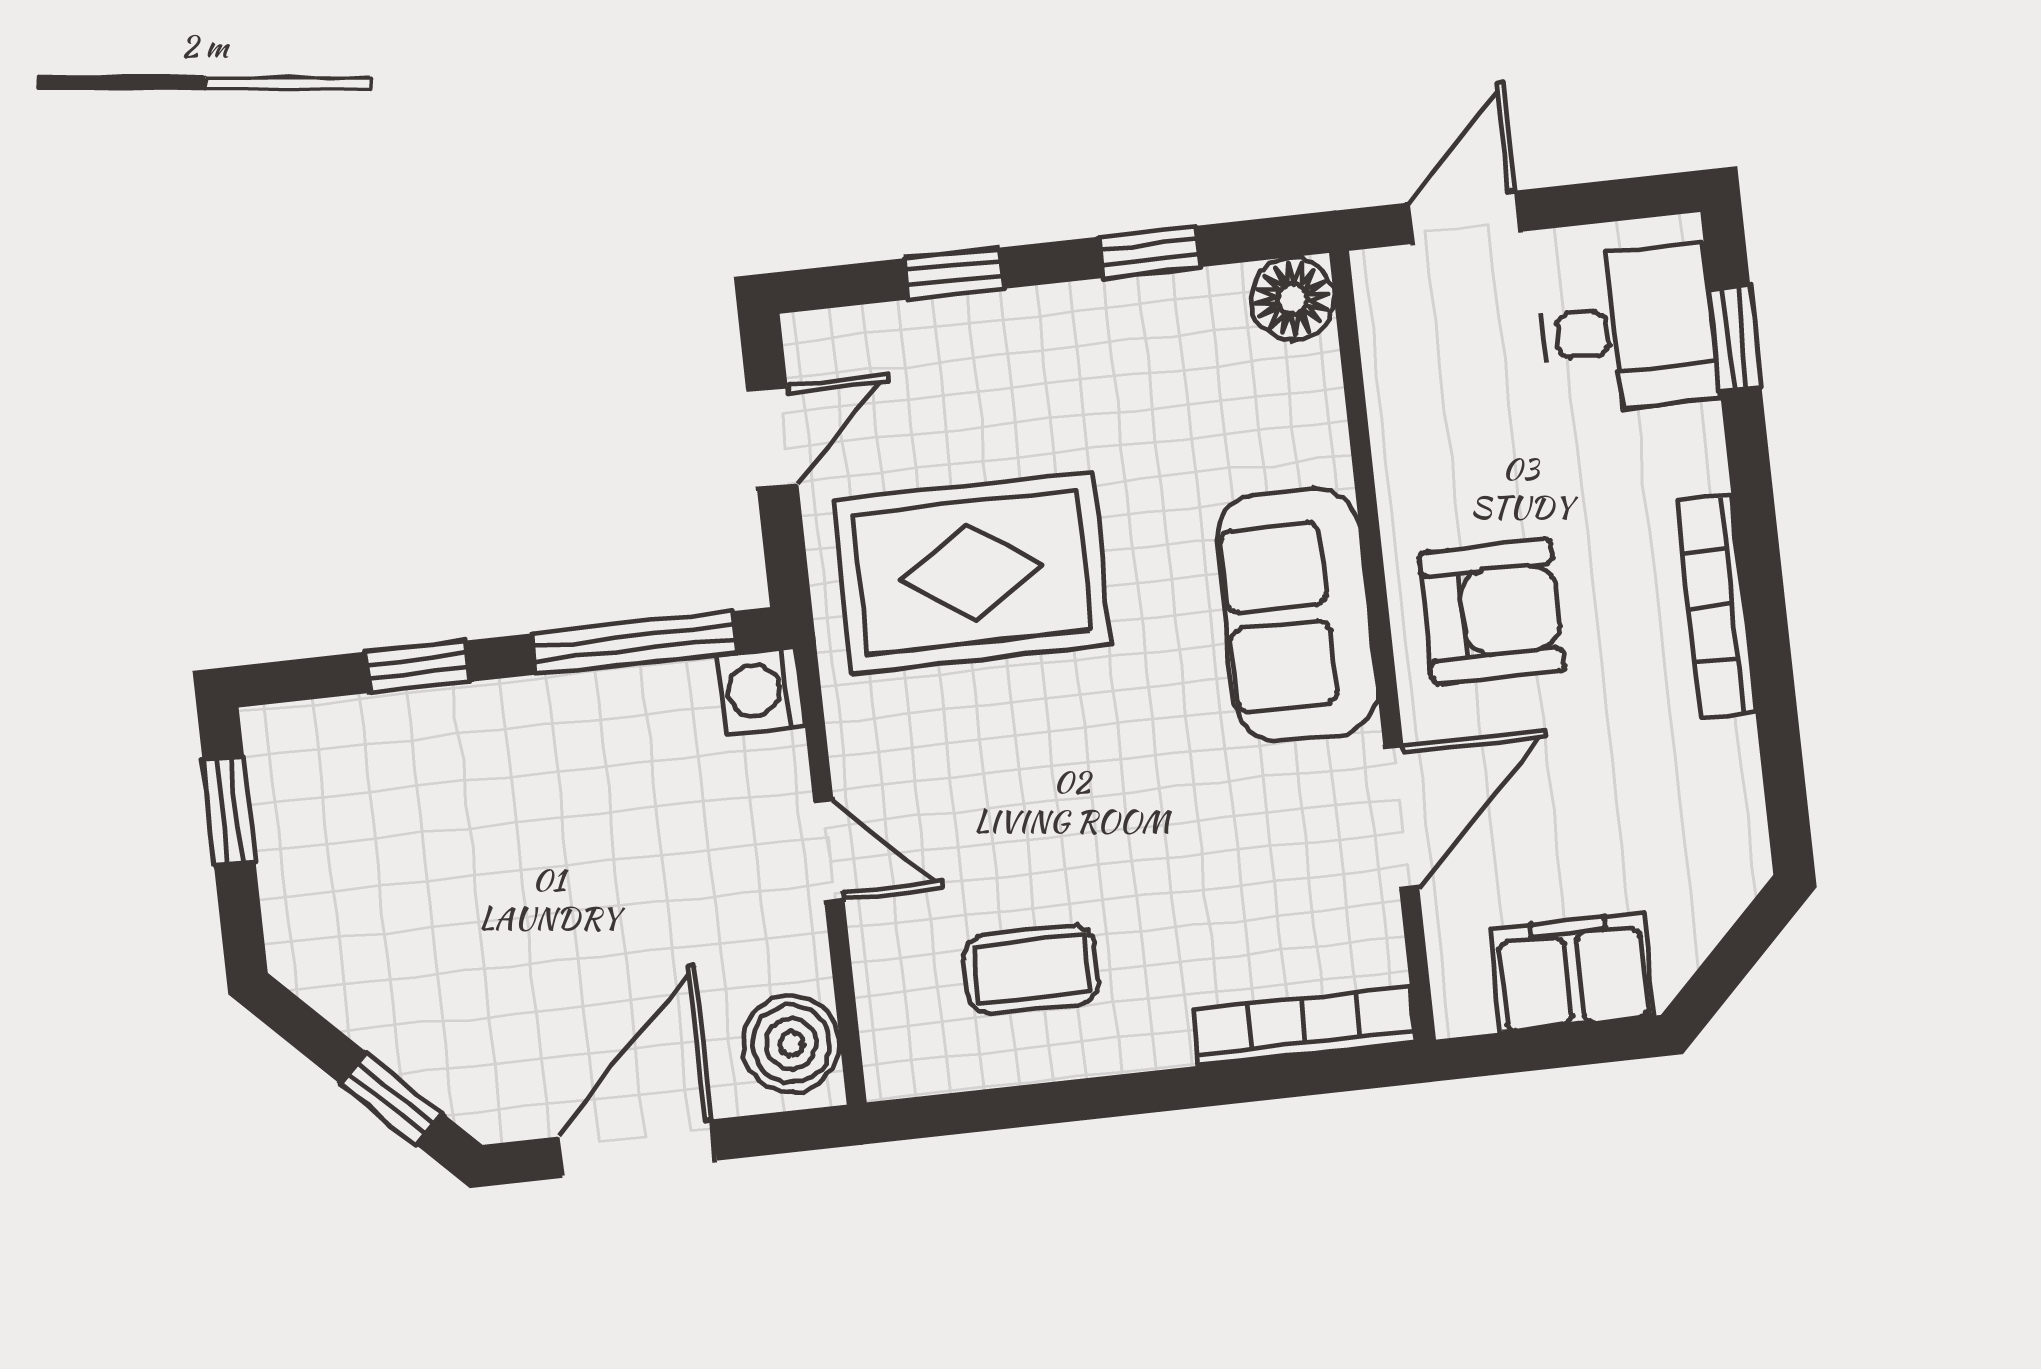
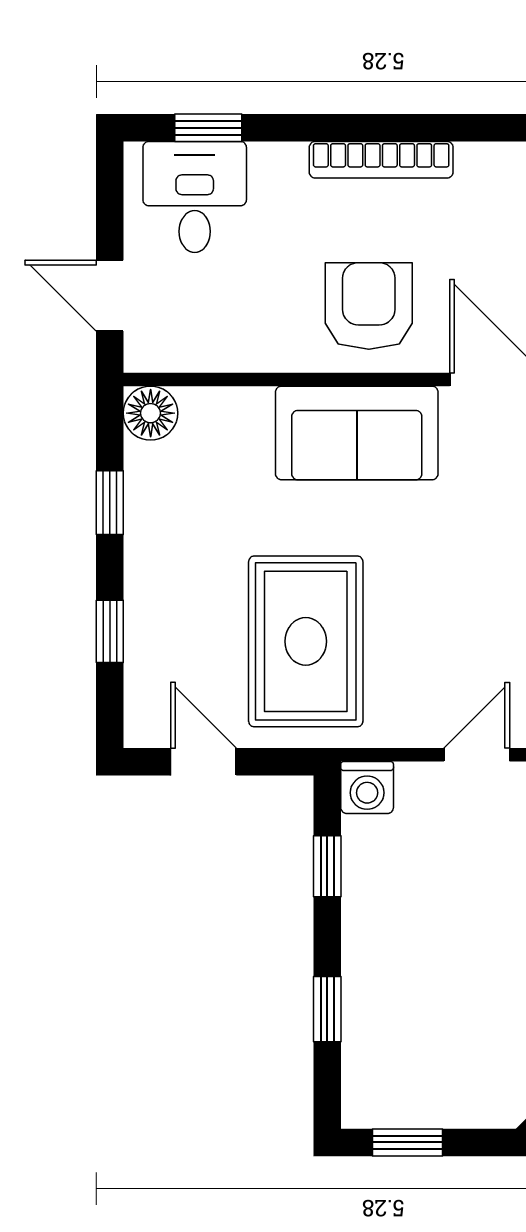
window: (635, 643) -> (327, 866), width x0.46

